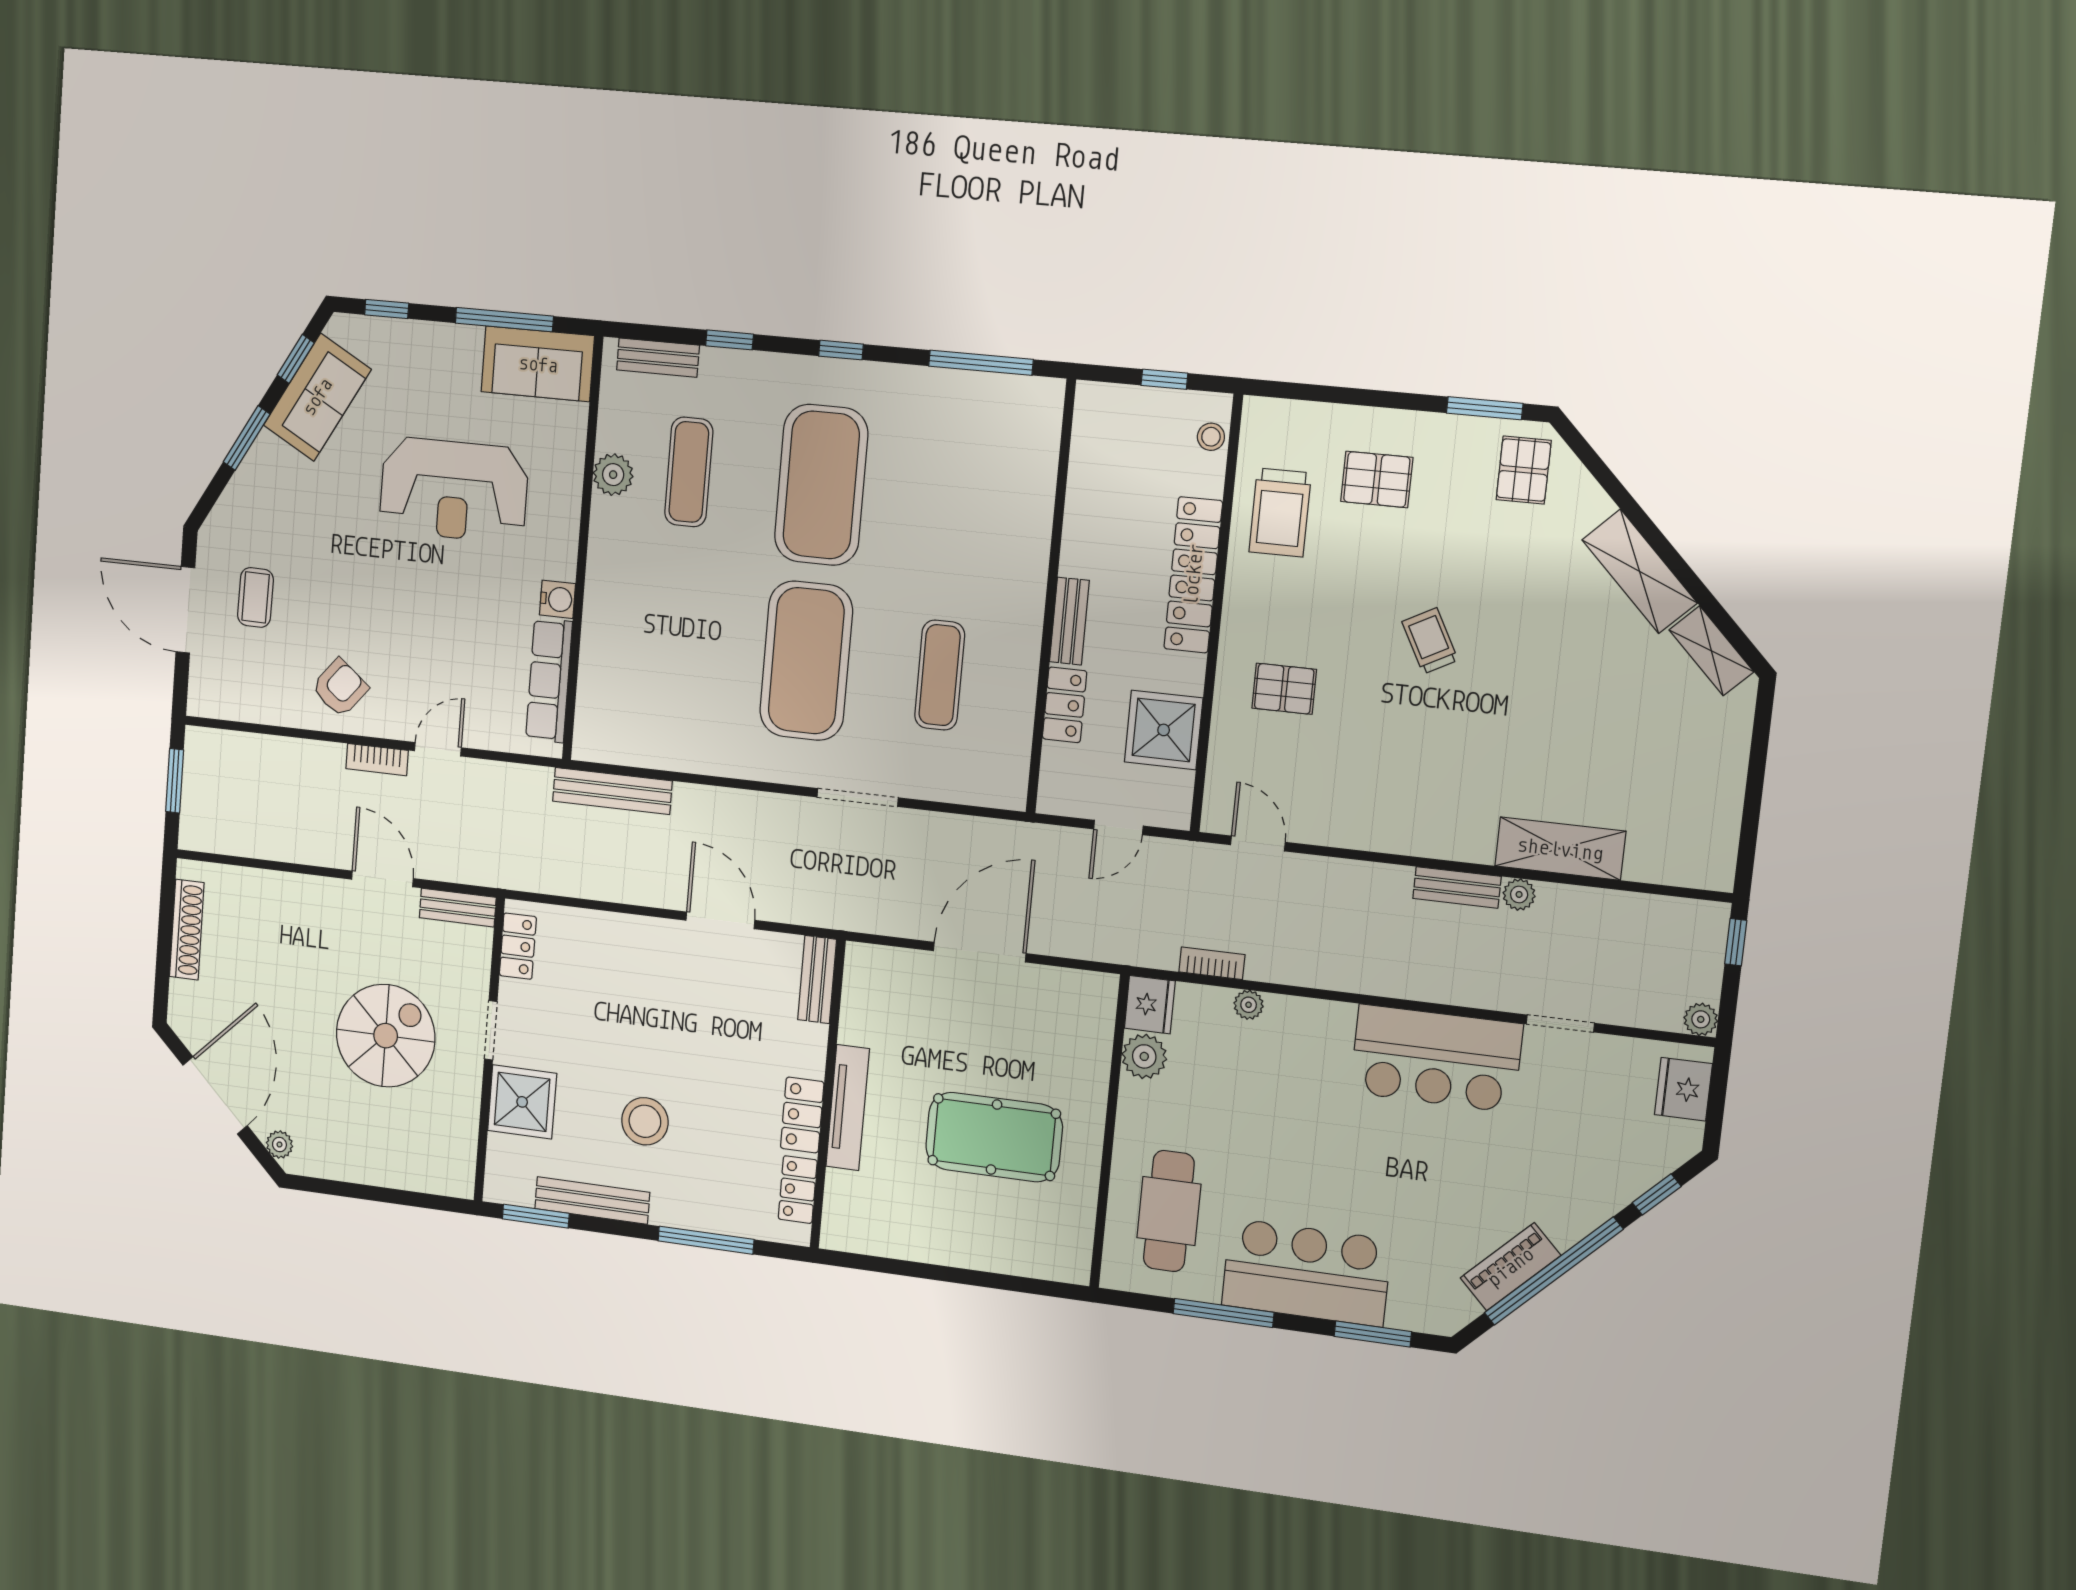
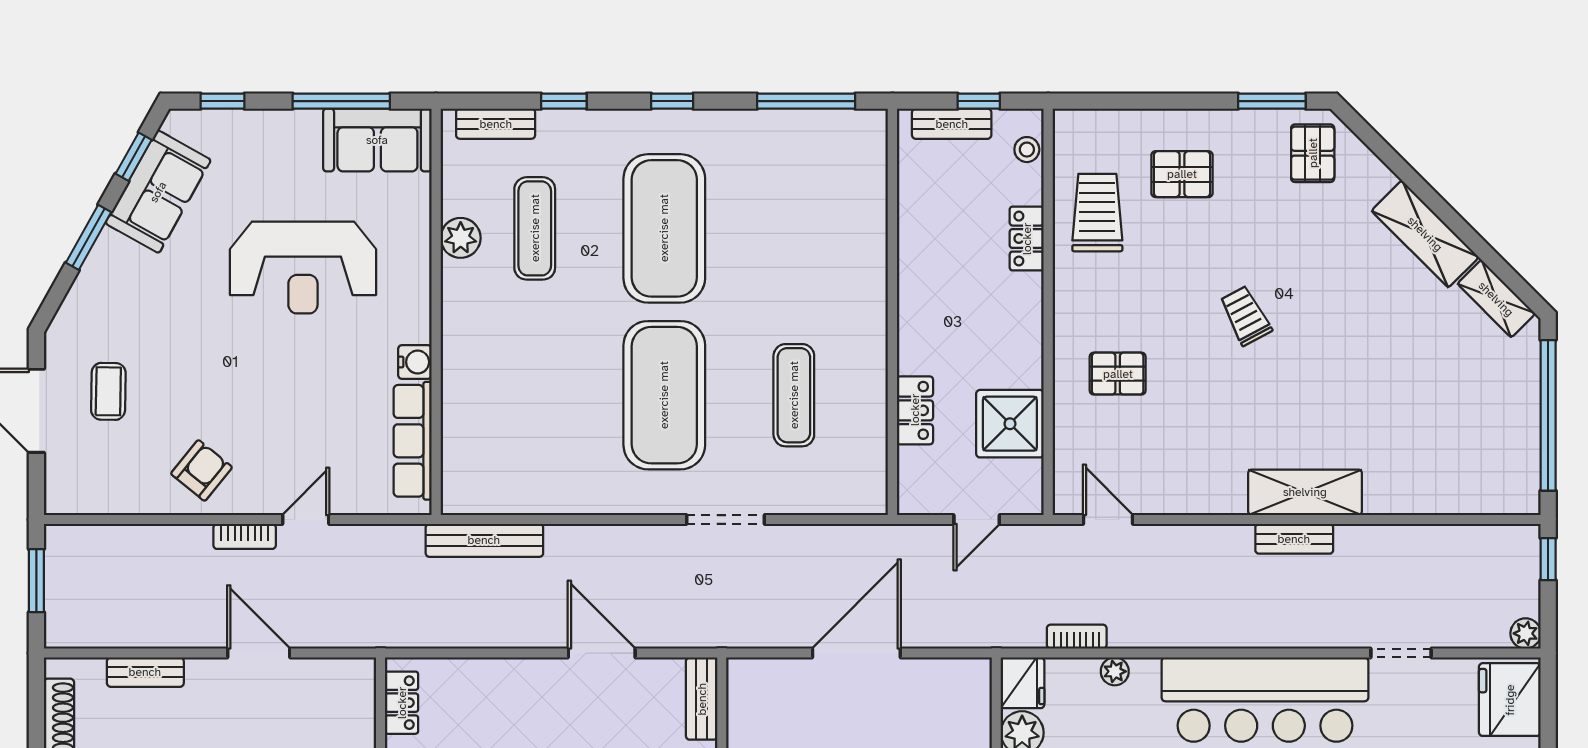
trolley: (1280, 513) -> (1097, 213), turned 180
locker: (1193, 575) -> (1027, 239), width x0.46, depth x0.83
bench: (1069, 621) -> (952, 124), moved, turned 90
window: (1755, 785) -> (1548, 415), added
shelving: (1560, 849) -> (1305, 492), moved
plant: (1519, 894) -> (1351, 539), removed
bench: (458, 908) -> (145, 672), moved
bar counter: (1436, 1058) -> (1265, 700), width x1.36
fridge: (1683, 1089) -> (1510, 700), width x1.36, depth x1.34

